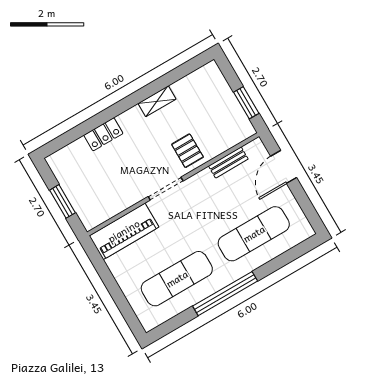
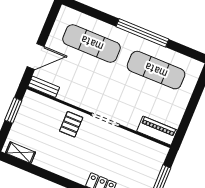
shelving: (157, 101) -> (21, 153), moved
bench: (228, 163) -> (44, 87), moved
piano: (124, 231) -> (157, 131), width x0.73, depth x0.75

